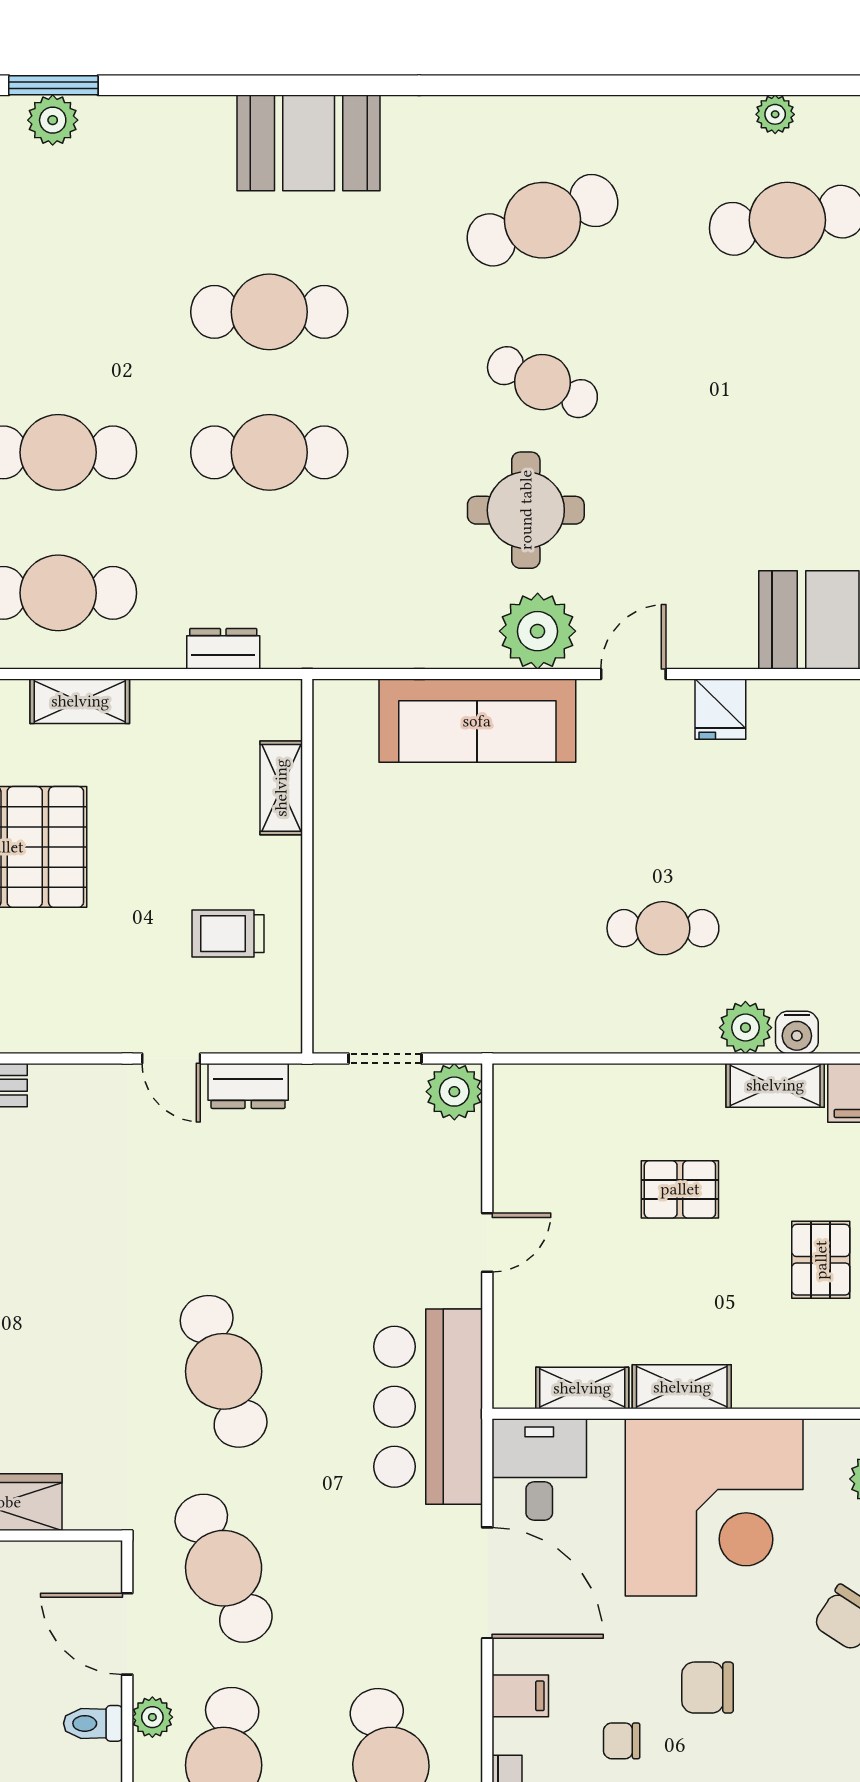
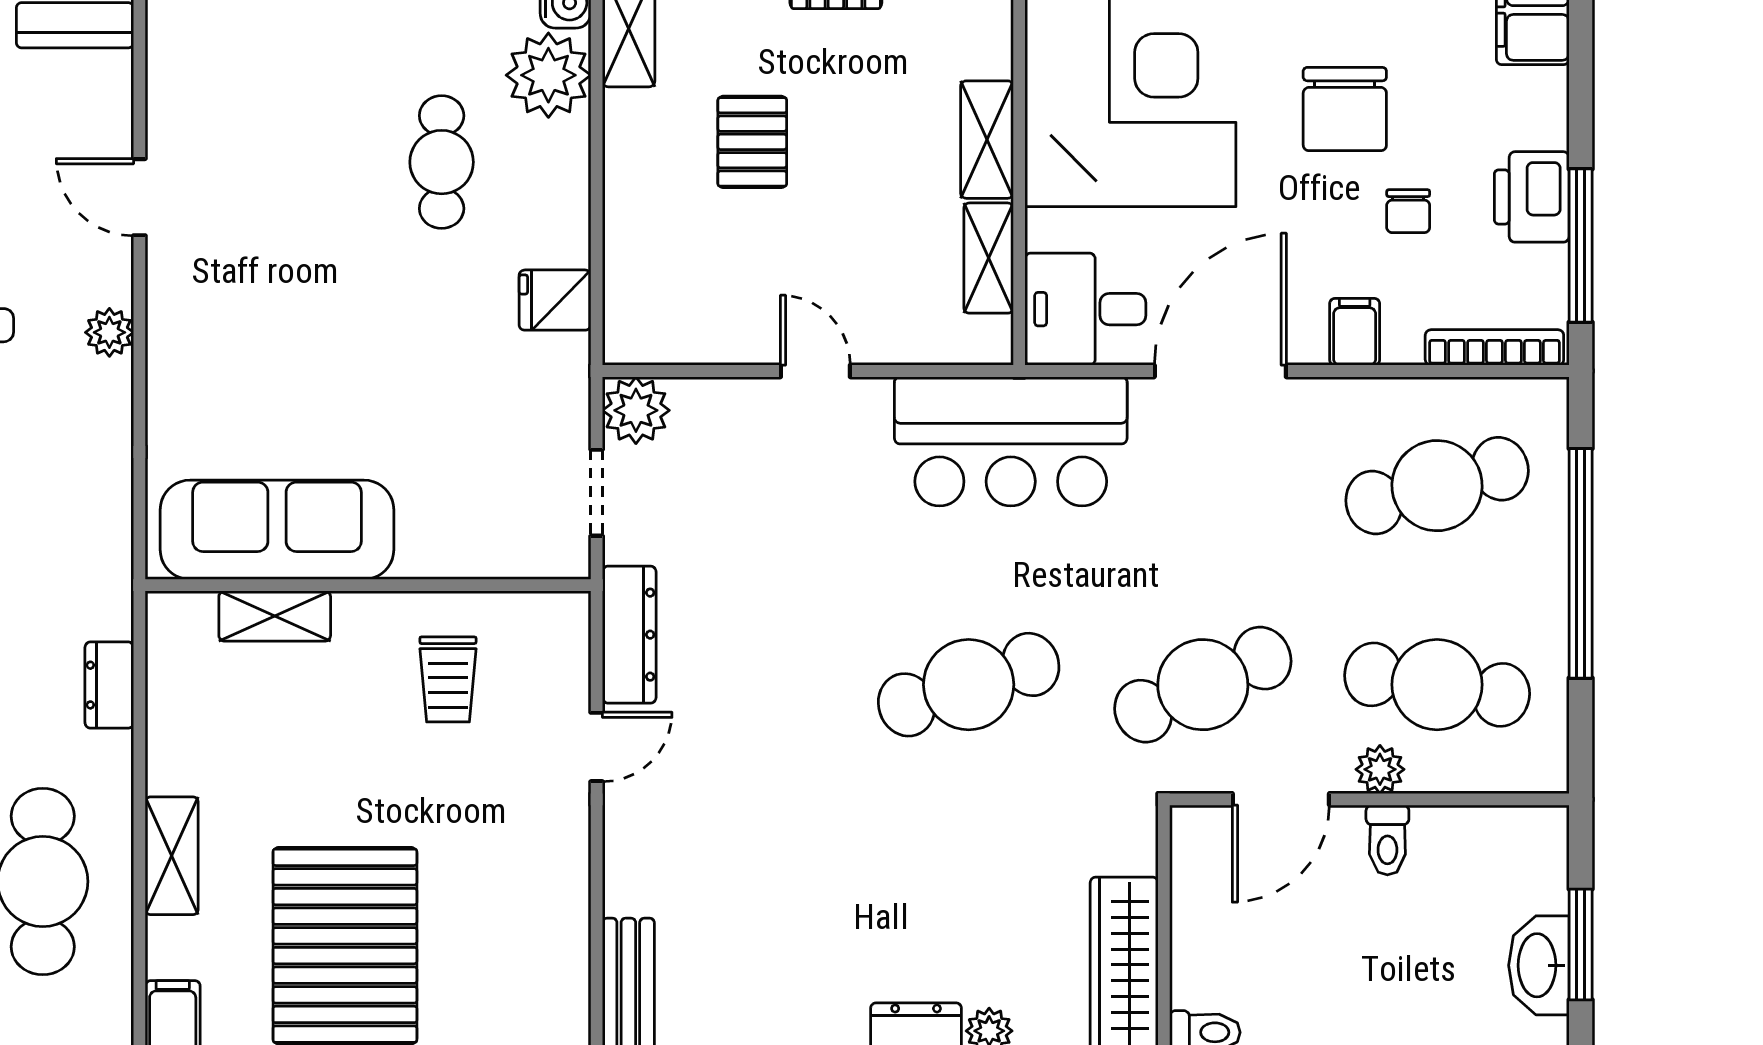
plant: (538, 631) -> (109, 332), width x0.53, depth x0.53
fridge: (720, 709) -> (555, 300), moved, turned 180
sofa: (477, 721) -> (277, 530), moved, turned -90
plant: (745, 1028) -> (548, 75), width x1.36, depth x1.36
dresser: (248, 1086) -> (629, 635), width x1.44
chair: (707, 1688) -> (1345, 109), width x1.37, depth x1.37

